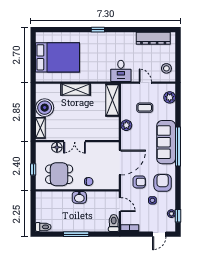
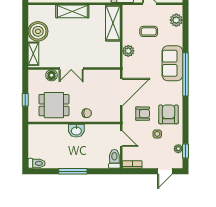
sofa: (166, 142) -> (172, 63), width x0.73

